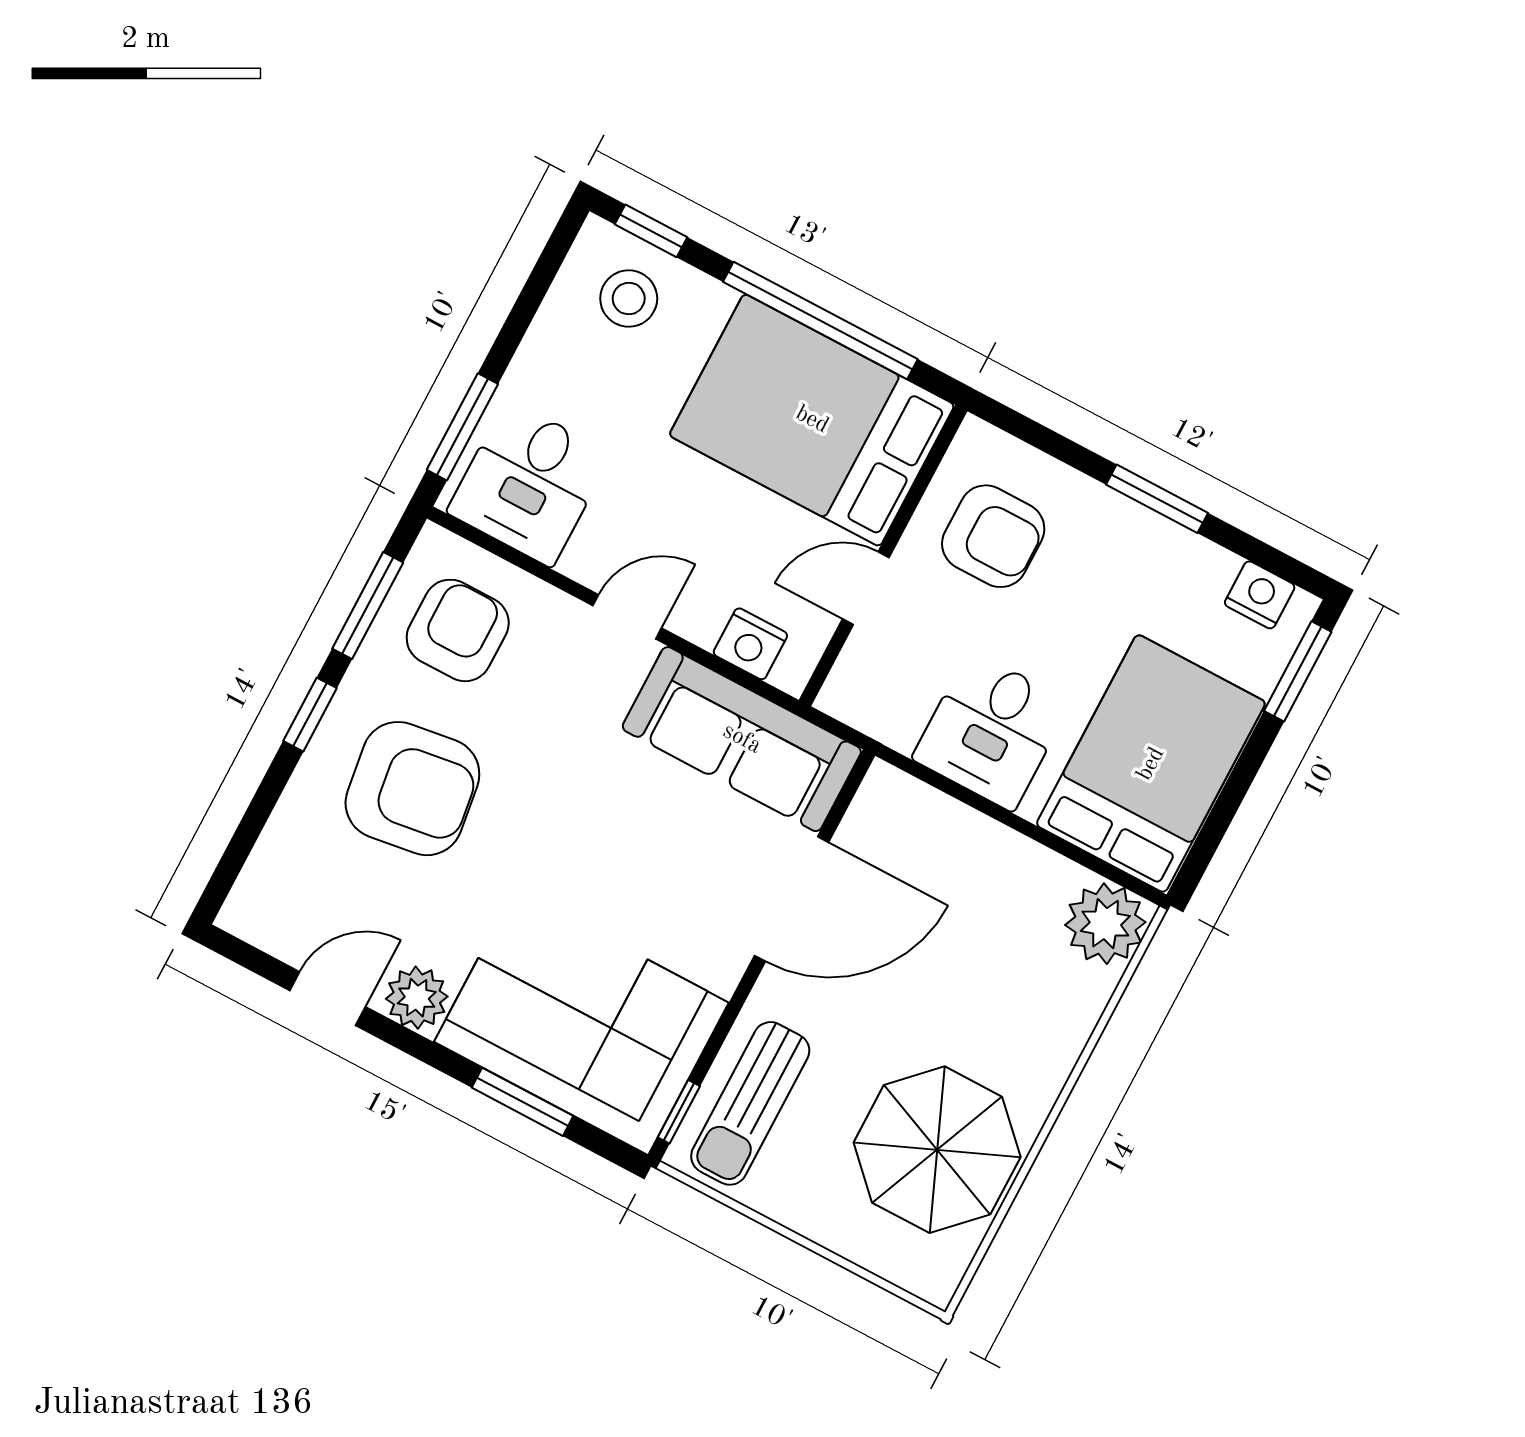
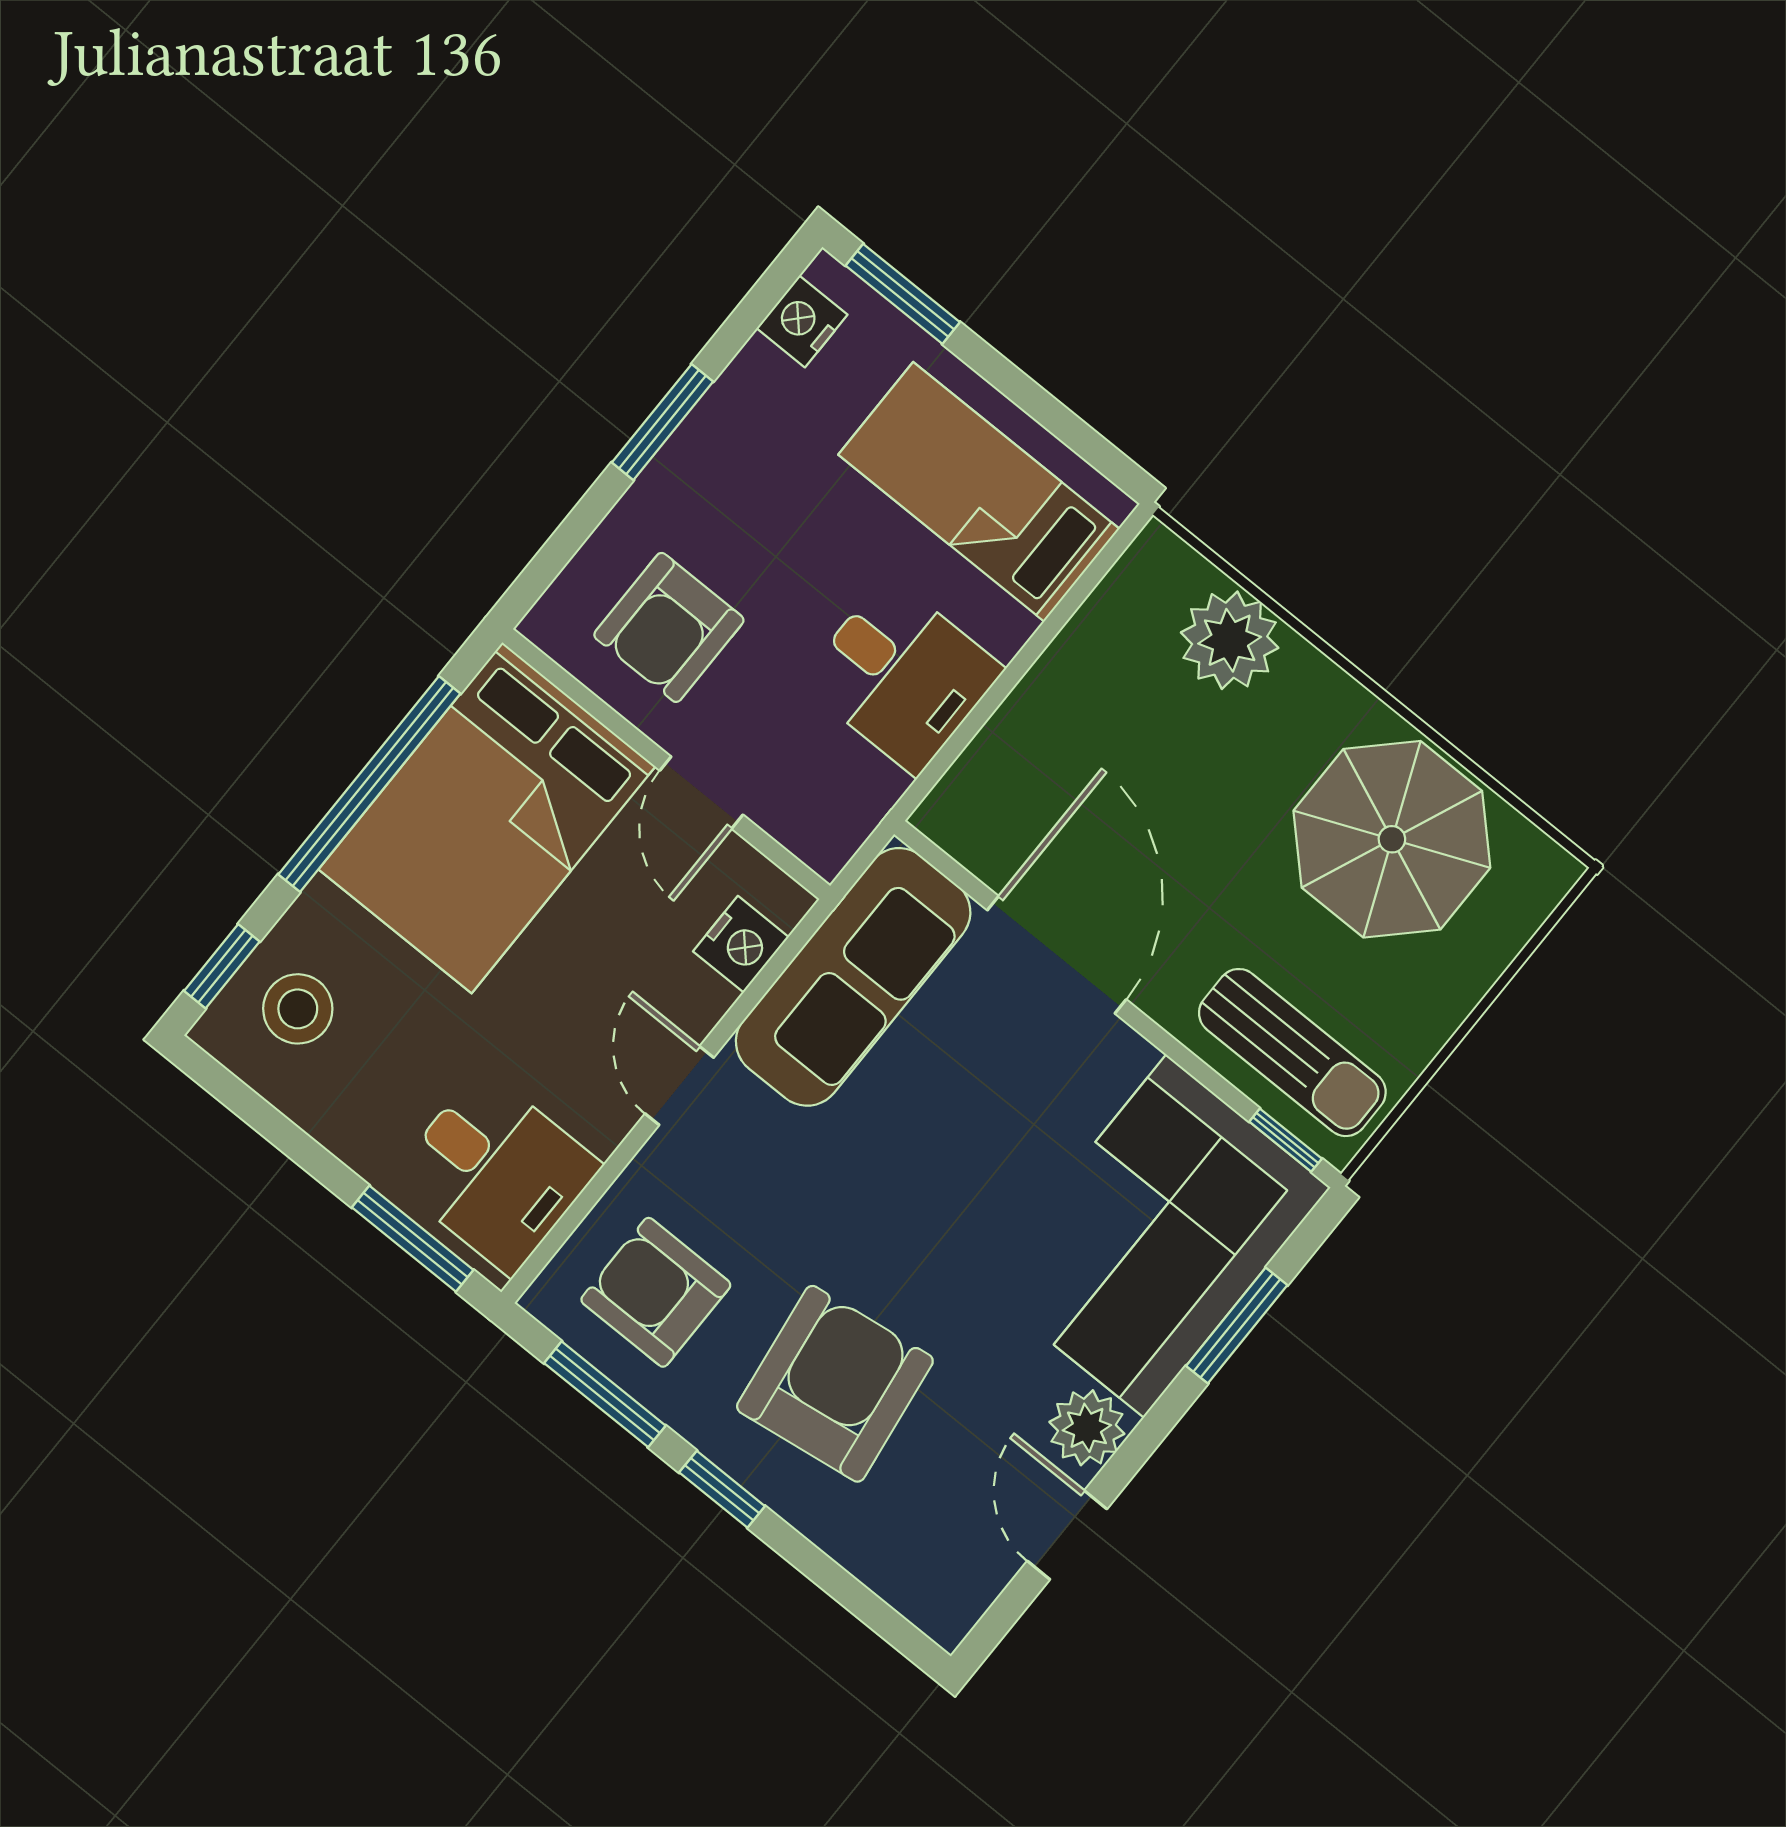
armchair: (993, 536) -> (669, 627), turned 180
bed: (1151, 764) -> (979, 492), width x0.67
plant: (1105, 924) -> (1230, 640), moved

